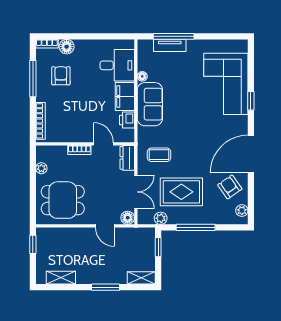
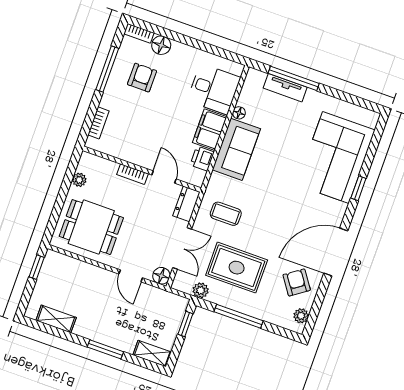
bookcase: (41, 121) -> (98, 123), width x0.64

